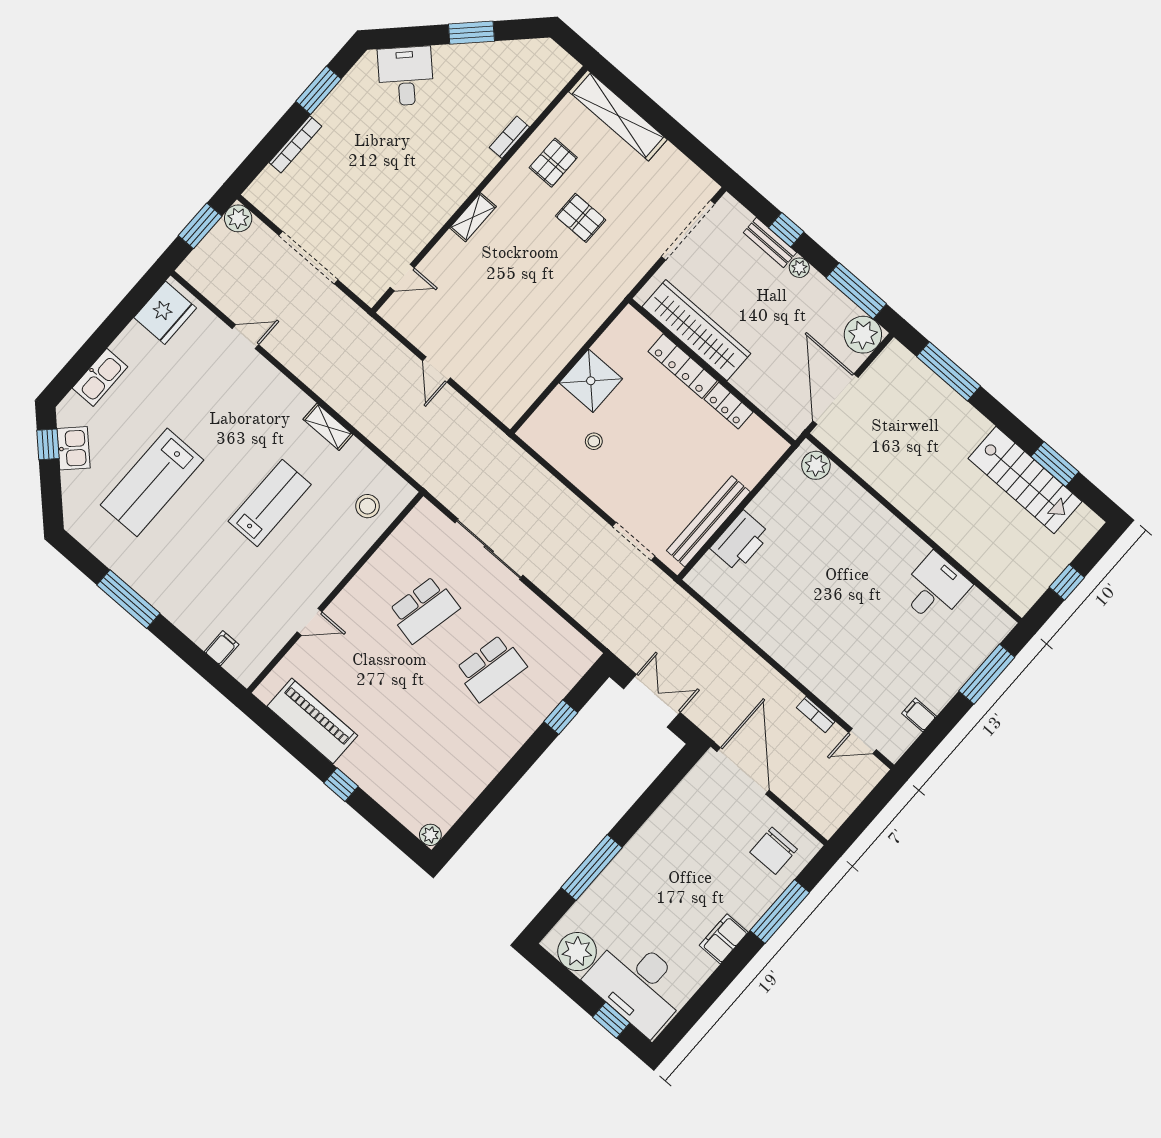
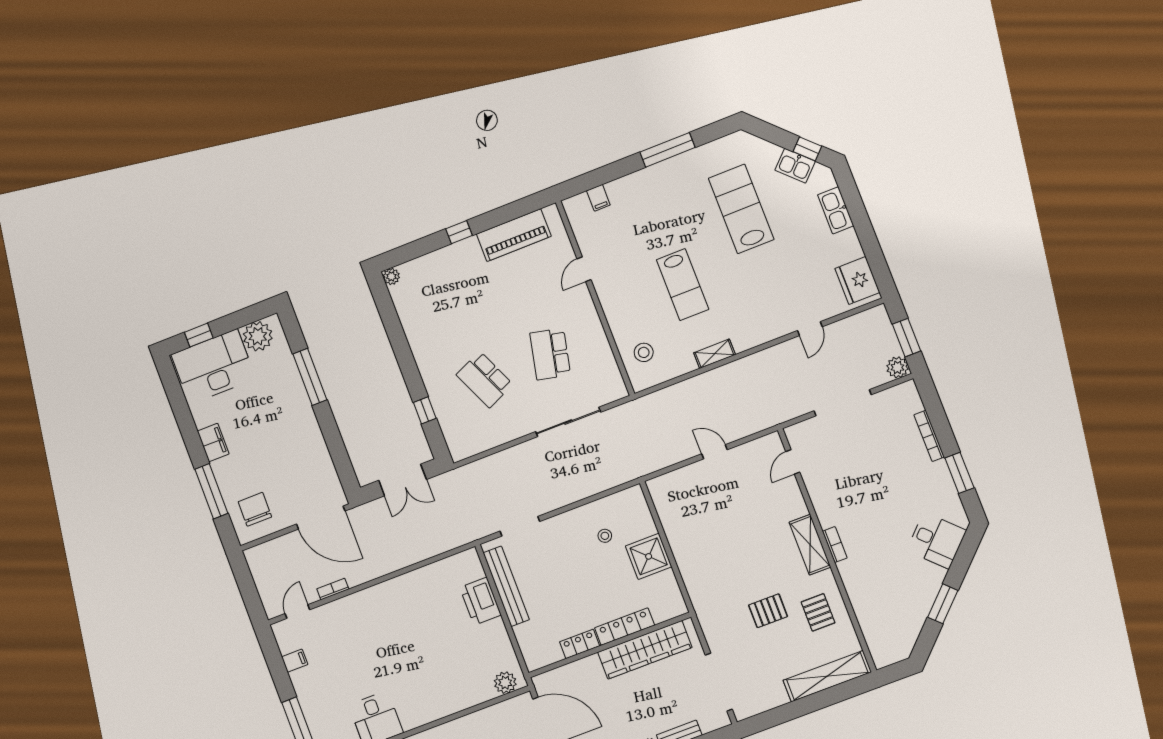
bookcase: (509, 137) -> (835, 545), moved
shelving: (473, 217) -> (810, 545), width x1.50, depth x1.33
school desk: (491, 668) -> (485, 380), turned -36

